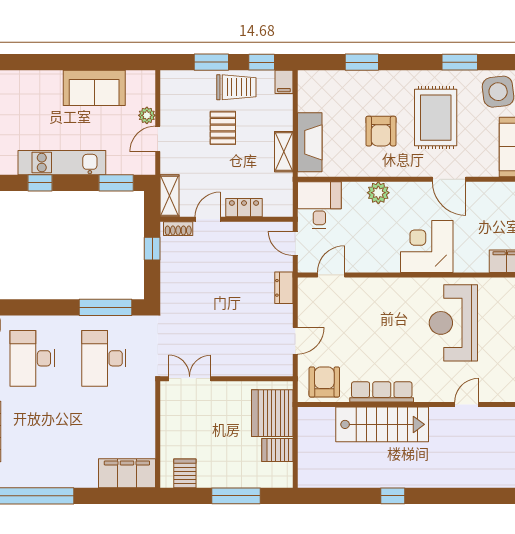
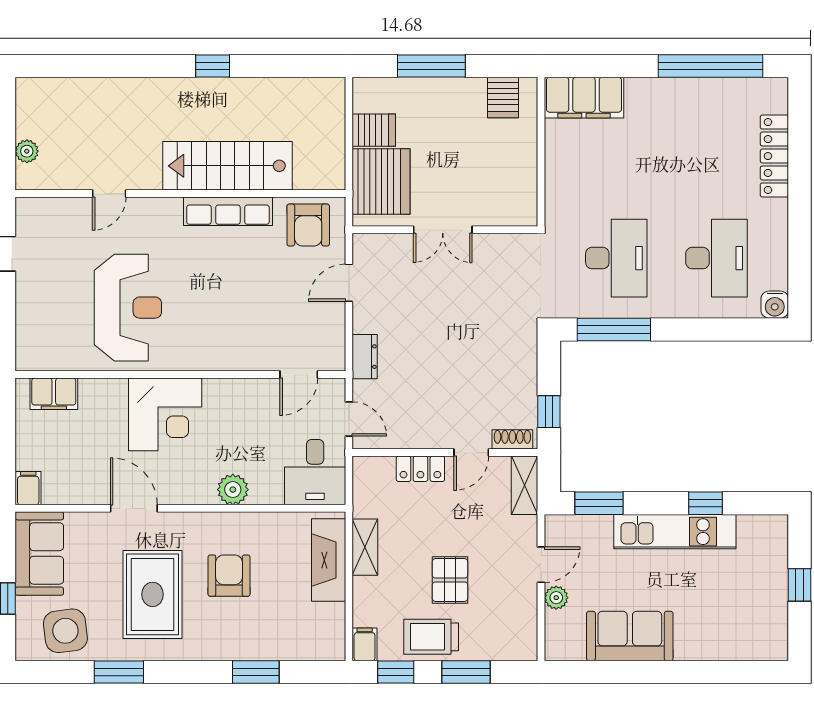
double door: (190, 379) -> (443, 230), moved

